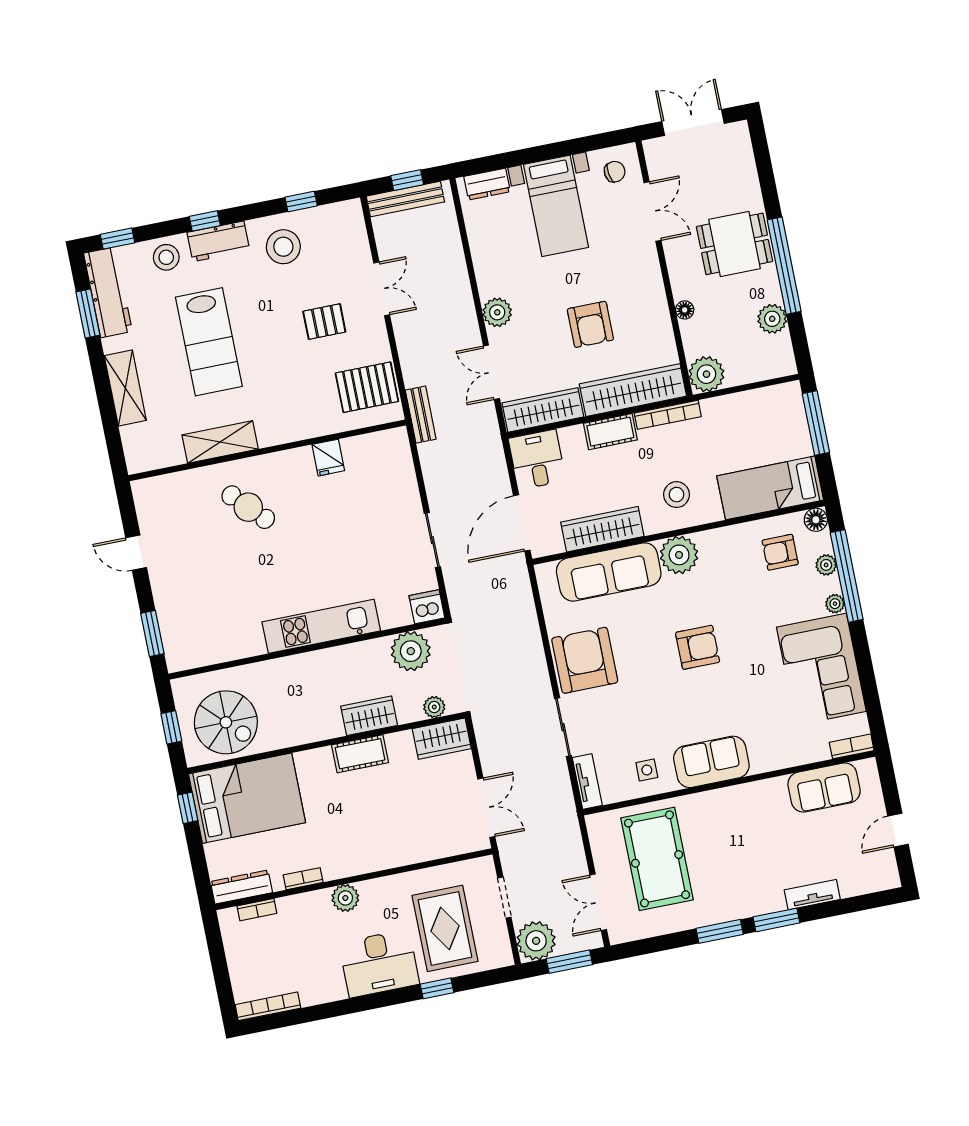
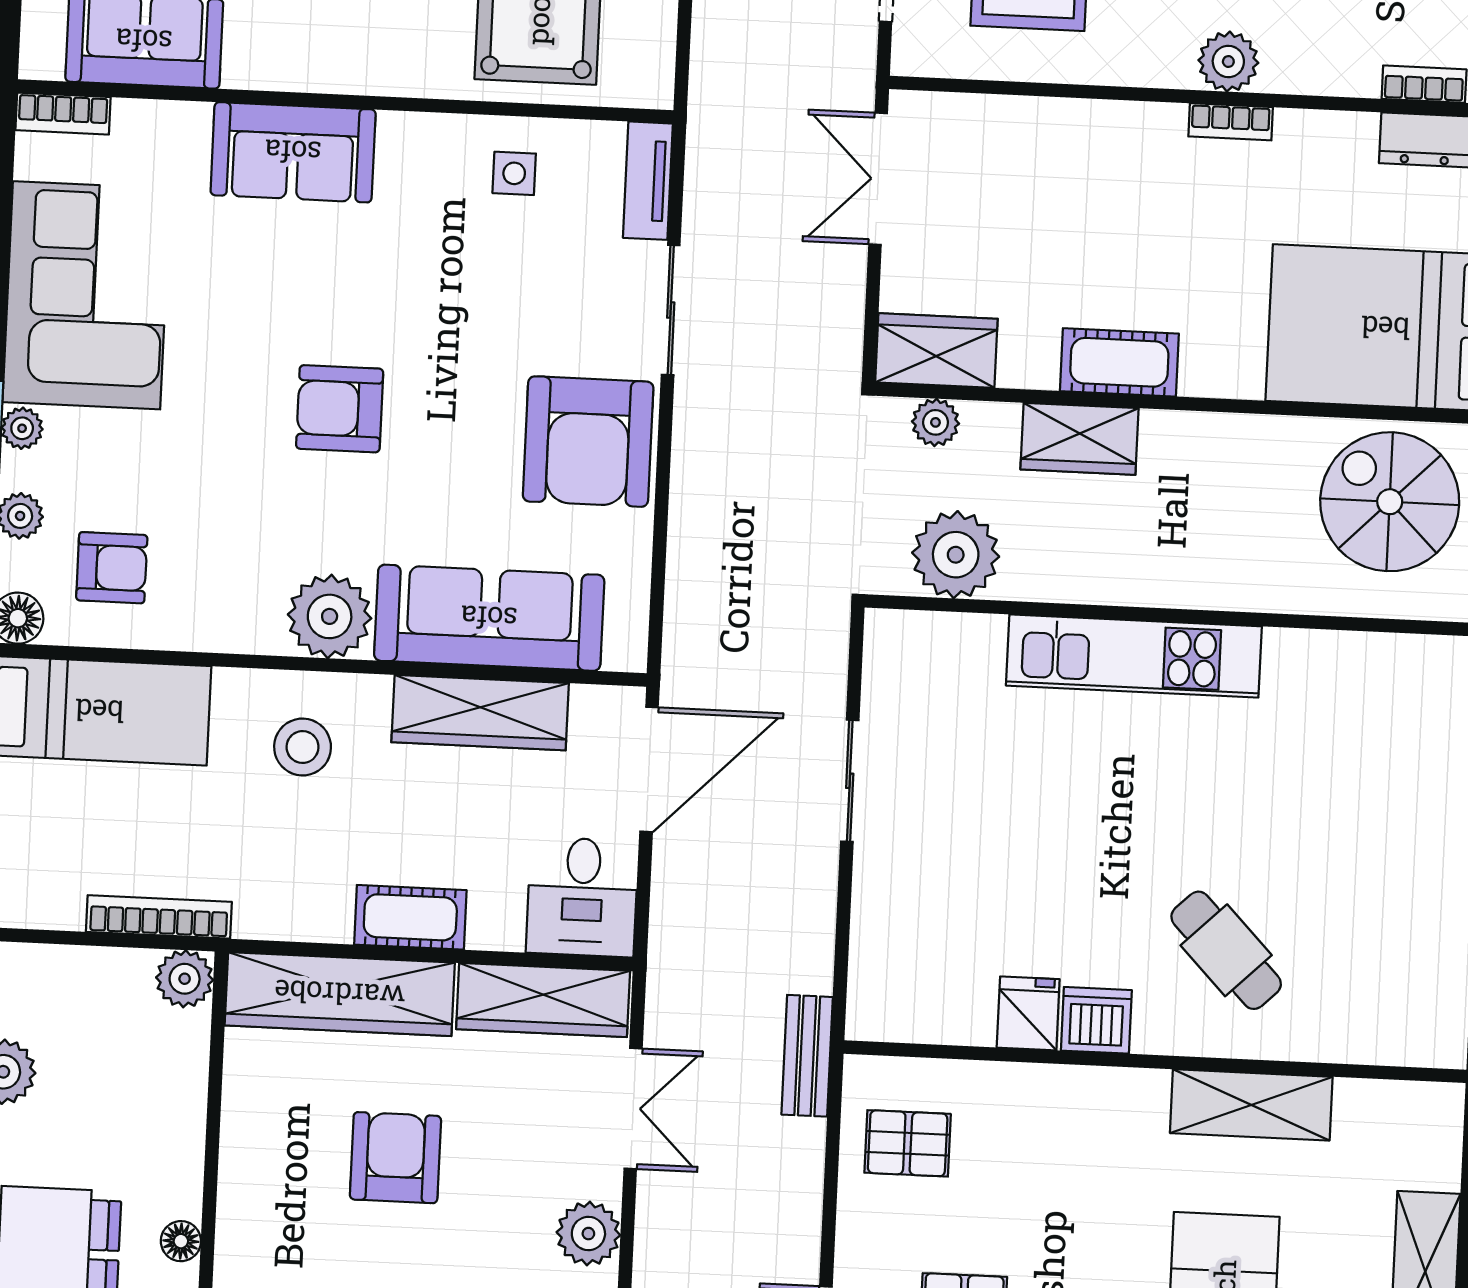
floor lamp: (685, 310) -> (181, 1241), moved
plant: (706, 374) -> (185, 979), width x0.73, depth x0.73
pallet: (367, 387) -> (908, 1143), width x0.67, depth x0.71
bookcase: (668, 415) -> (159, 917), moved
dishwasher: (427, 607) -> (1096, 1020), moved, turned 180
sofa: (711, 762) -> (293, 152), moved
bookcase: (303, 879) -> (1231, 122), moved

